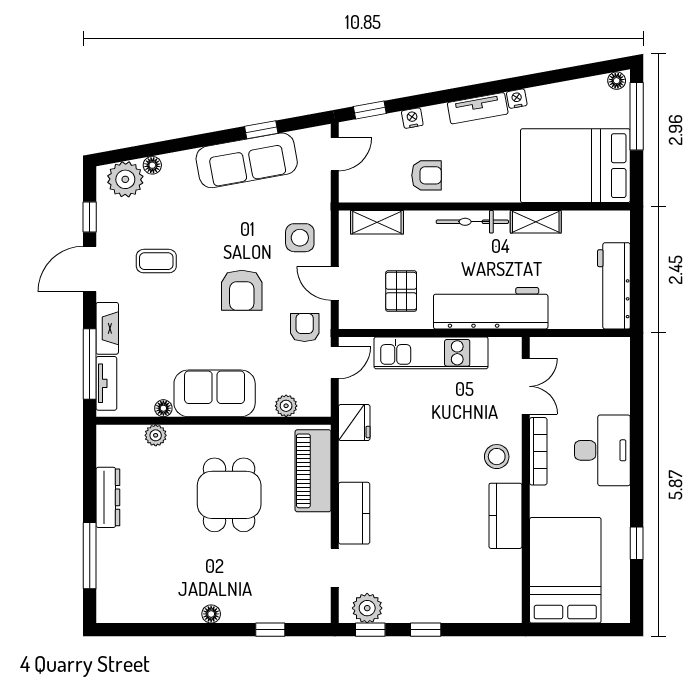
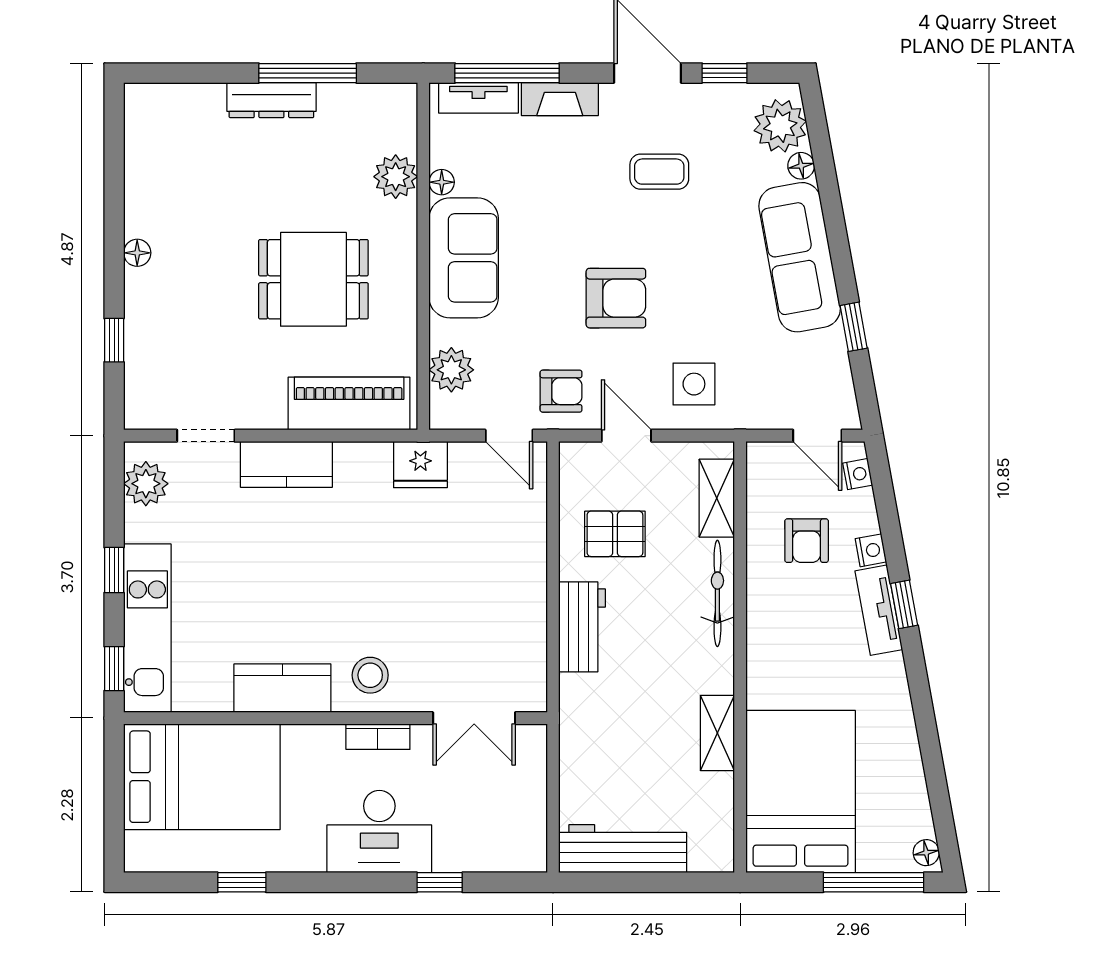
nightstand: (517, 99) -> (858, 474), moved
tv unit: (478, 108) -> (879, 610), moved
window: (370, 110) -> (904, 604), moved
sofa: (247, 160) -> (800, 257), moved
armchair: (427, 175) -> (807, 541), moved
bicycle: (472, 222) -> (717, 593), moved
coffee table: (156, 261) -> (659, 172), turned 90
door: (335, 283) -> (626, 436), hinge flipped
armchair: (242, 290) -> (616, 298), turned 180
workbench: (491, 308) -> (582, 627), width x0.53, depth x0.76
kitchen unit: (431, 353) -> (147, 628), moved, turned 180
plant: (286, 406) -> (451, 370), width x1.38, depth x1.38
window: (637, 410) -> (440, 882), added
plant: (156, 435) -> (396, 177), width x1.38, depth x1.38
bookcase: (538, 451) -> (378, 737), width x0.64
dresser: (108, 497) -> (271, 100), moved
window: (90, 556) -> (308, 73), moved
window: (370, 630) -> (114, 669), moved

